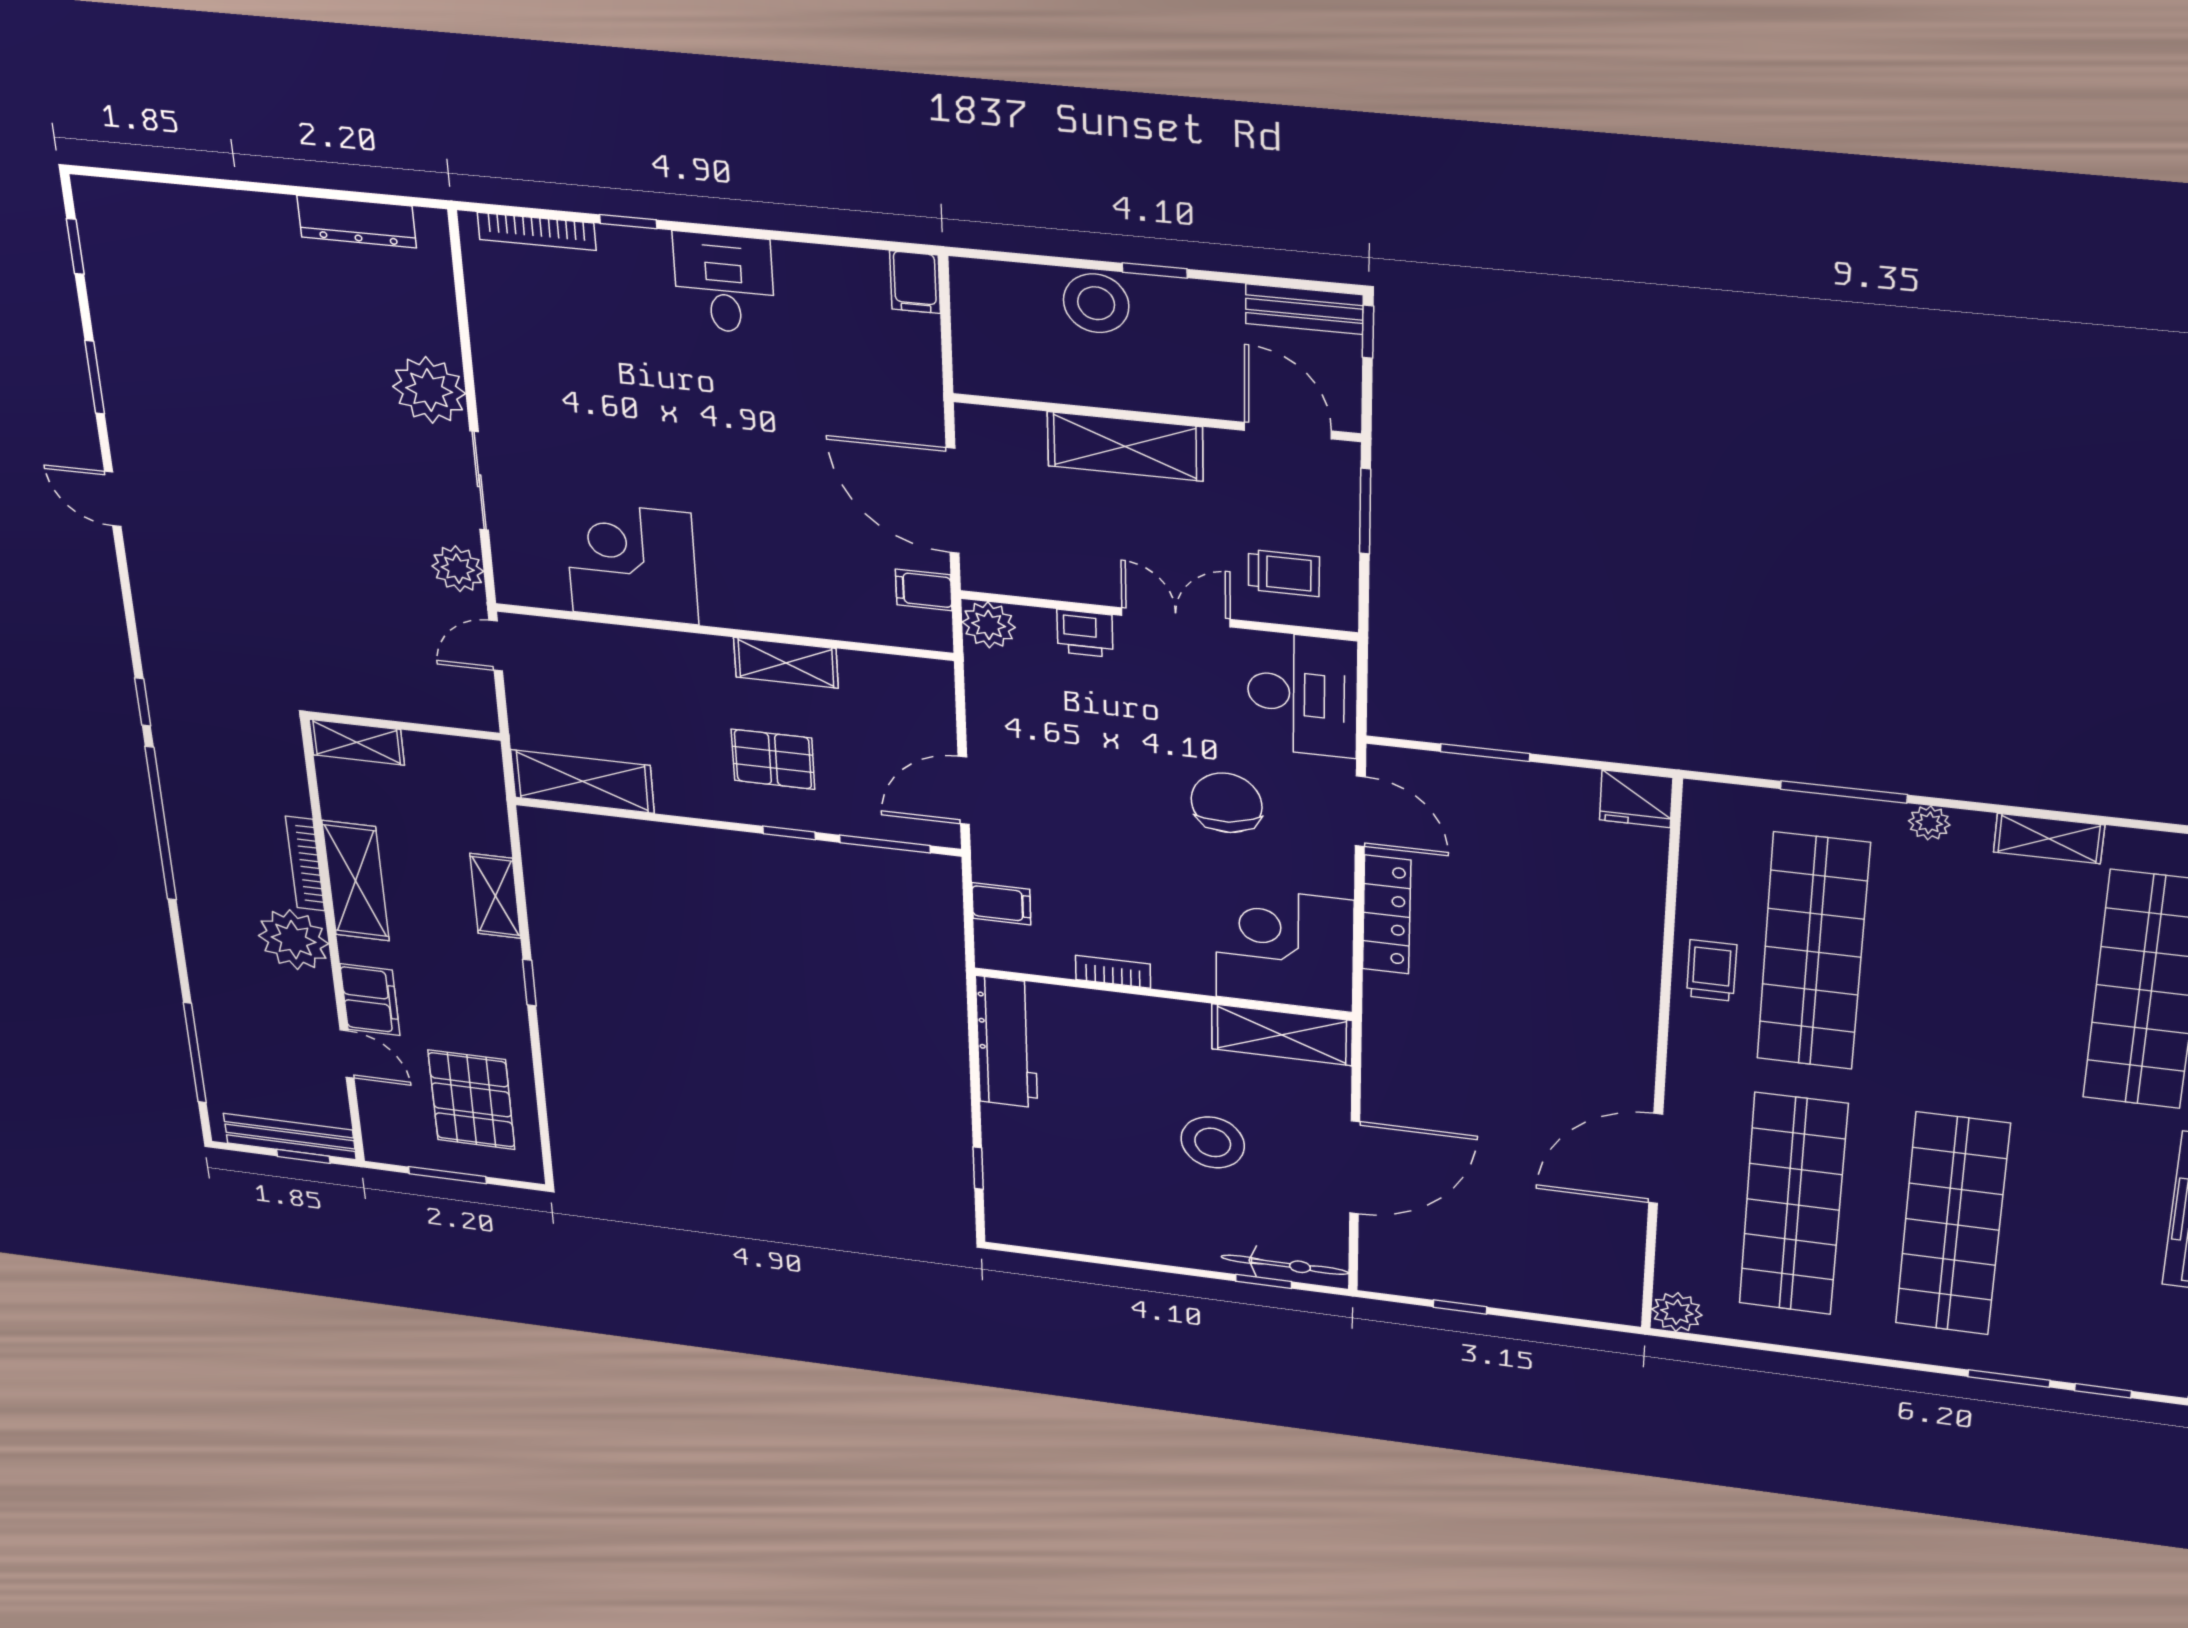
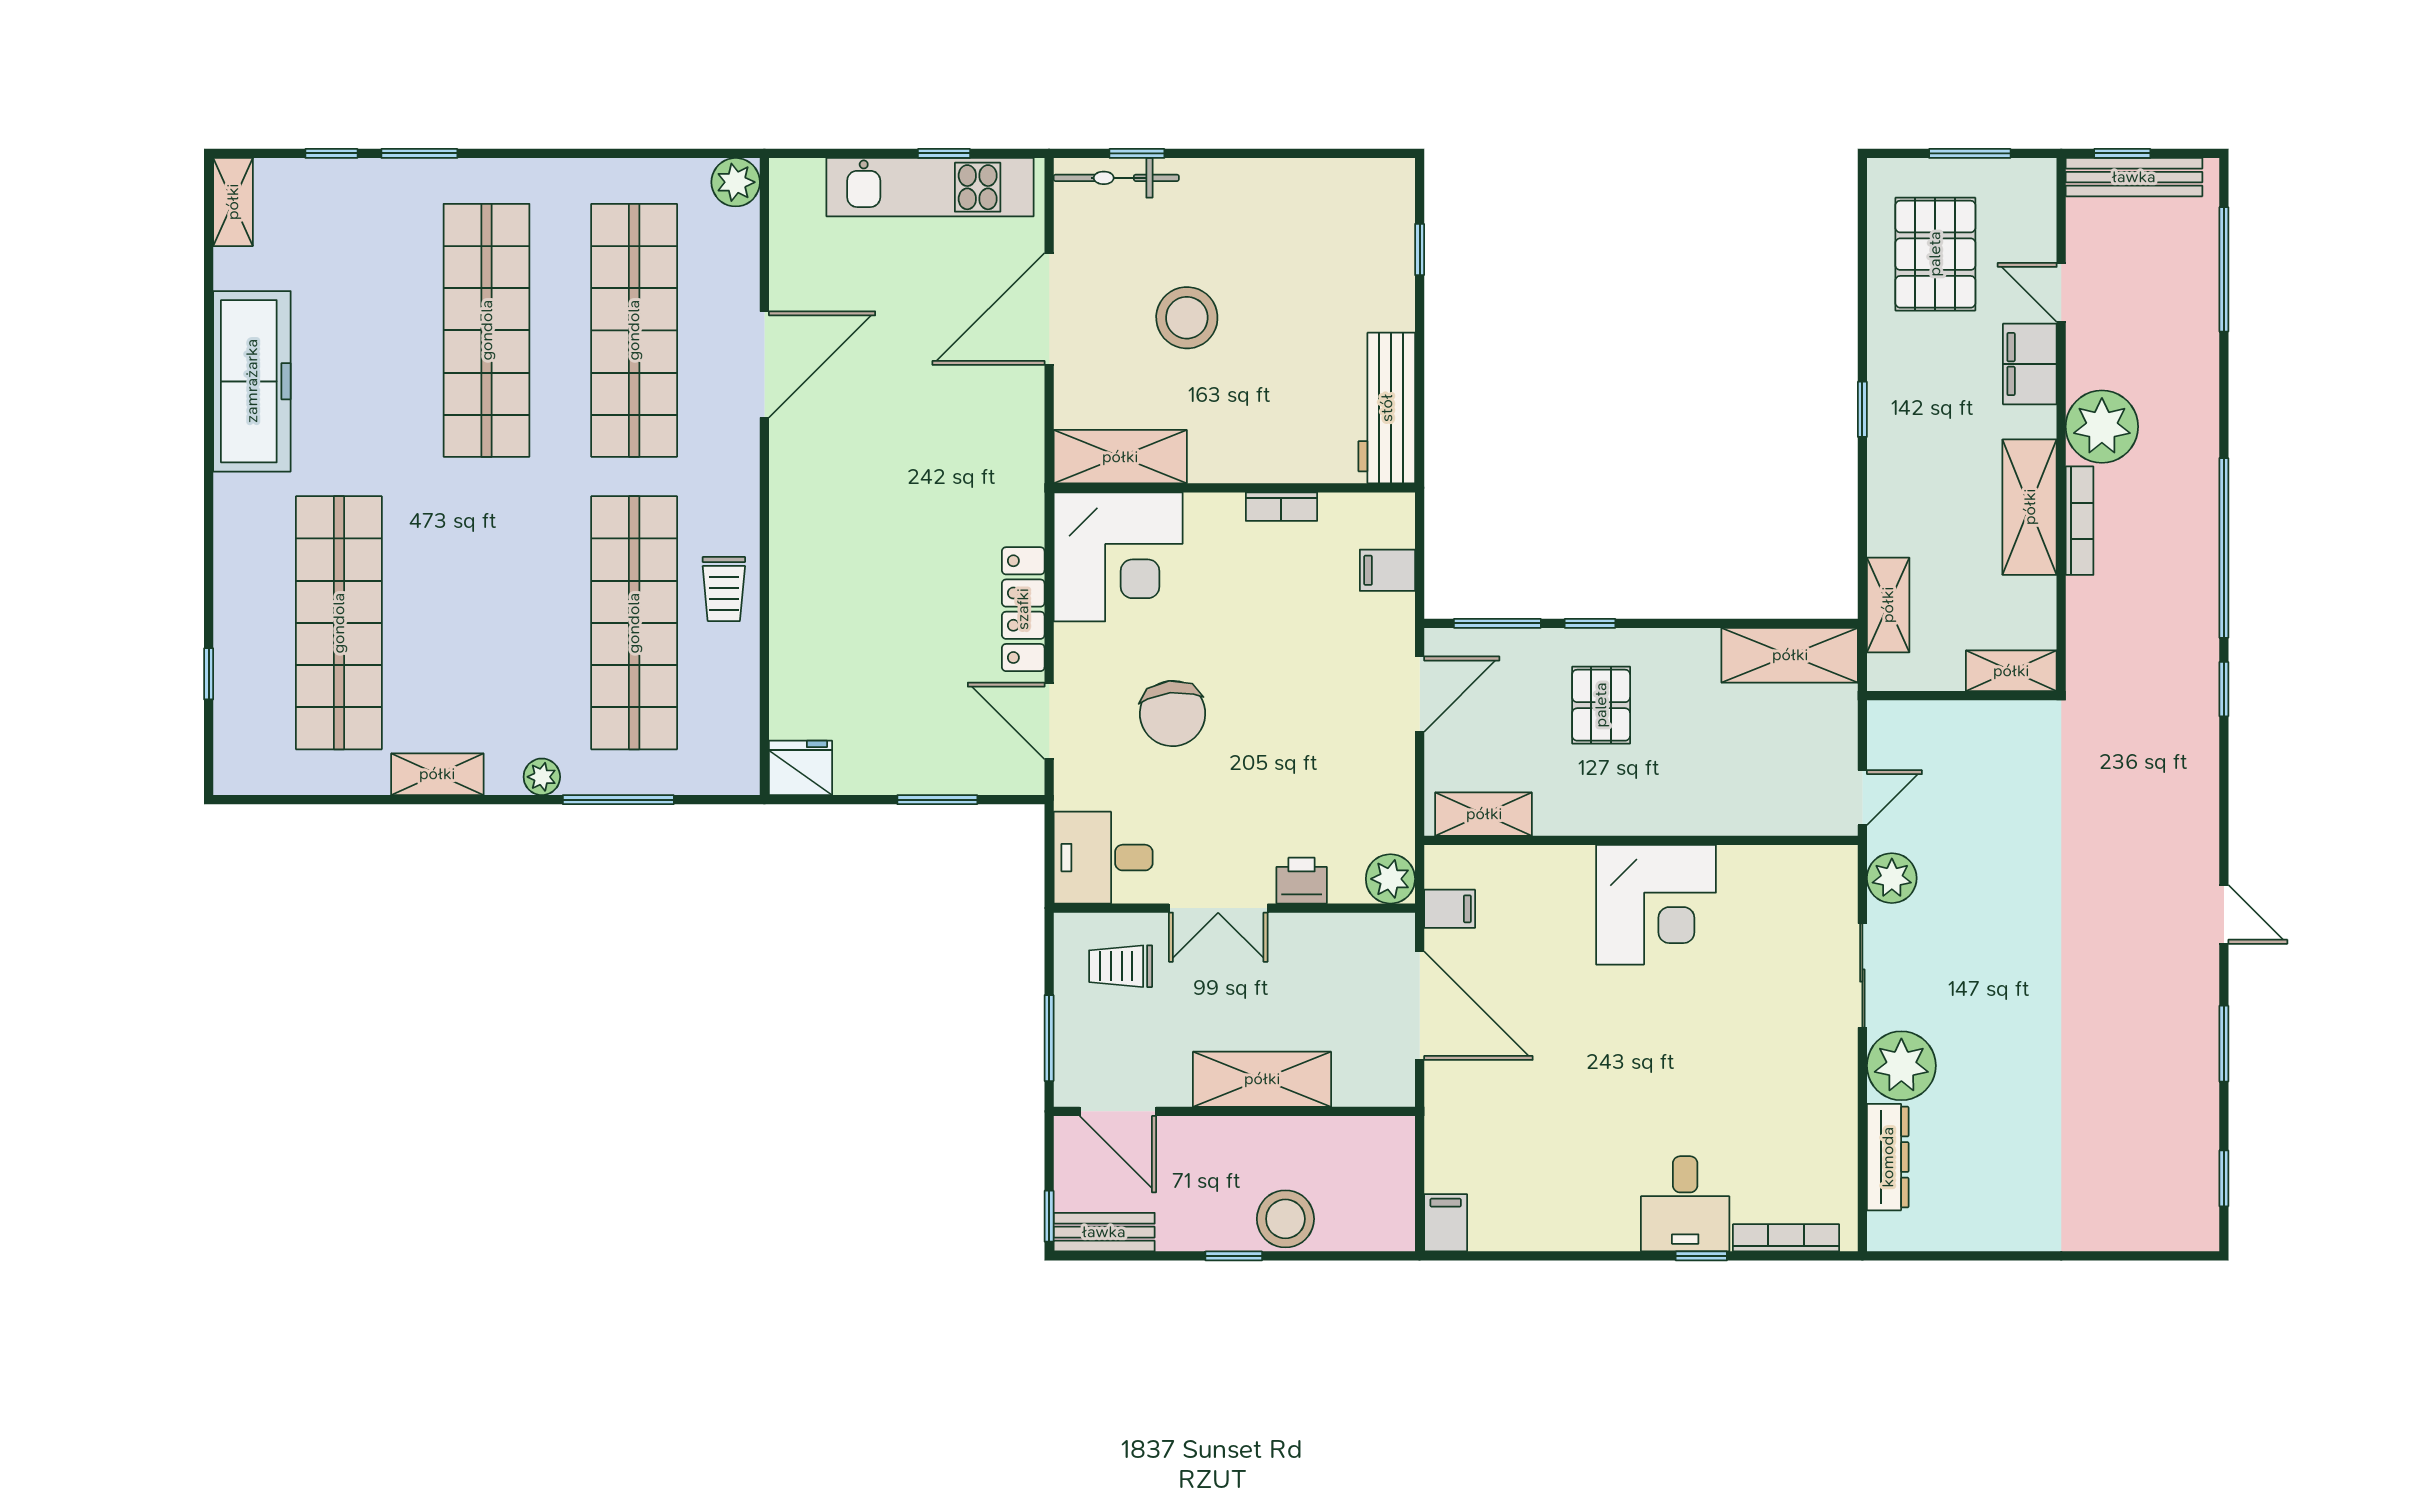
dresser: (357, 222) -> (1888, 1157), moved, turned 90
desk: (724, 283) -> (1685, 1204), moved
corner desk: (632, 563) -> (1656, 905), moved
shelving: (786, 663) -> (1484, 814), moved
desk: (1302, 695) -> (1103, 858), width x0.73
pallet: (773, 759) -> (1601, 705), turned 90
shelving: (495, 896) -> (1888, 605), moved
kitchen unit: (1475, 1282) -> (930, 187), added

